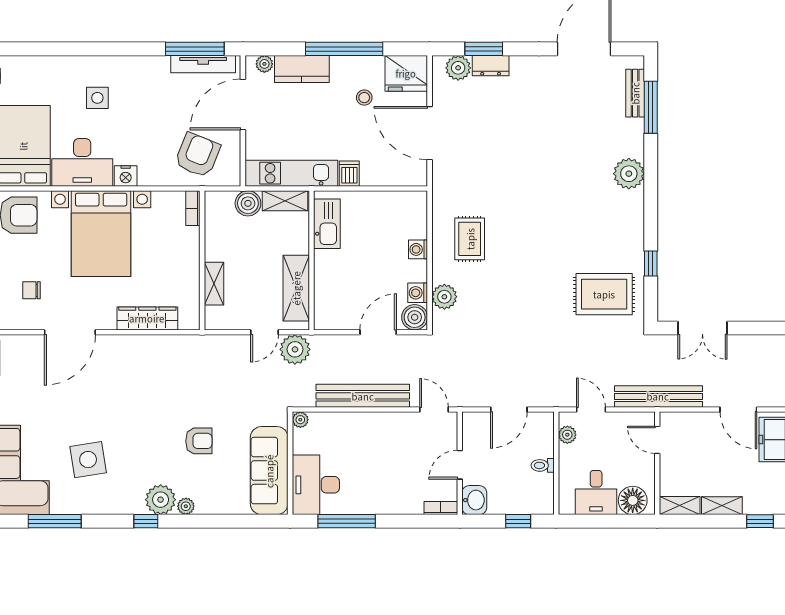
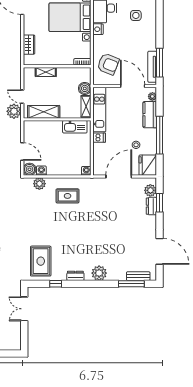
dresser: (634, 223) -> (75, 276), added
washing machine: (418, 249) -> (86, 171), moved
wardrobe: (147, 318) -> (29, 45), width x0.67

